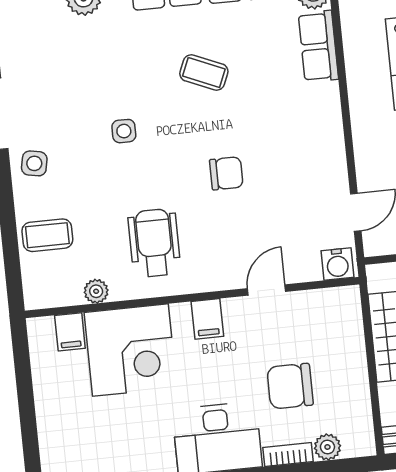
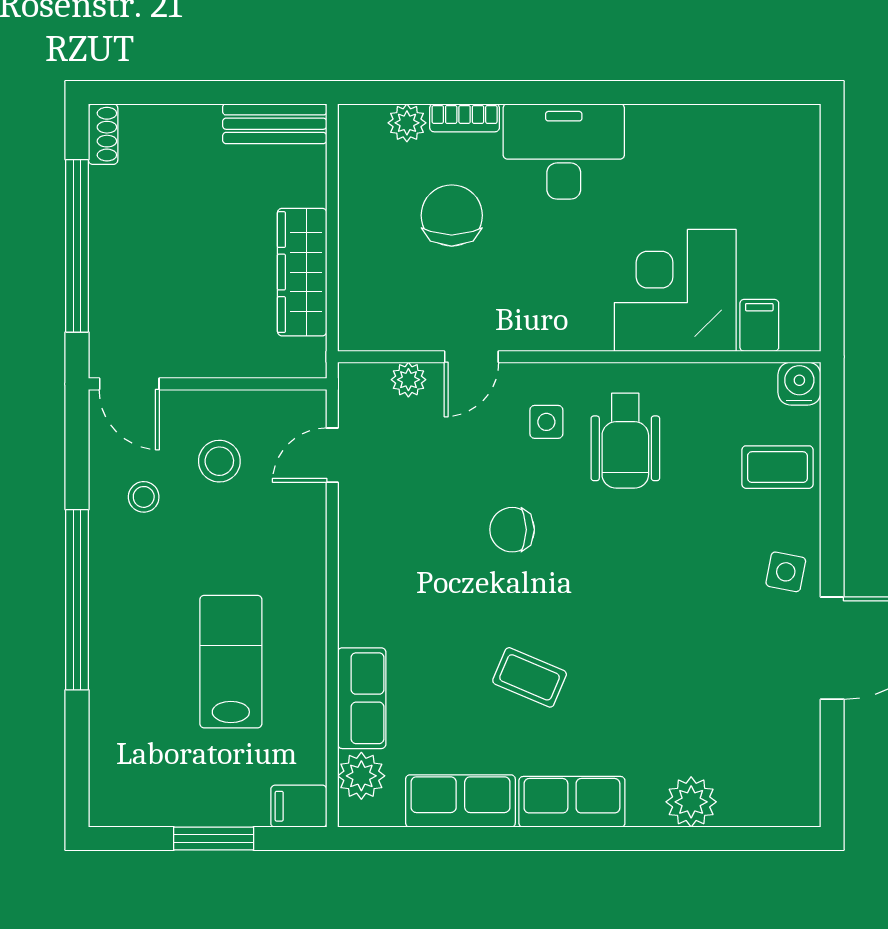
side table: (124, 131) -> (546, 422), moved
water cooler: (338, 264) -> (799, 384), moved
plant: (96, 291) -> (408, 380), moved
filing cabinet: (207, 319) -> (560, 324), removed
chair: (290, 386) -> (452, 215), turned -90

